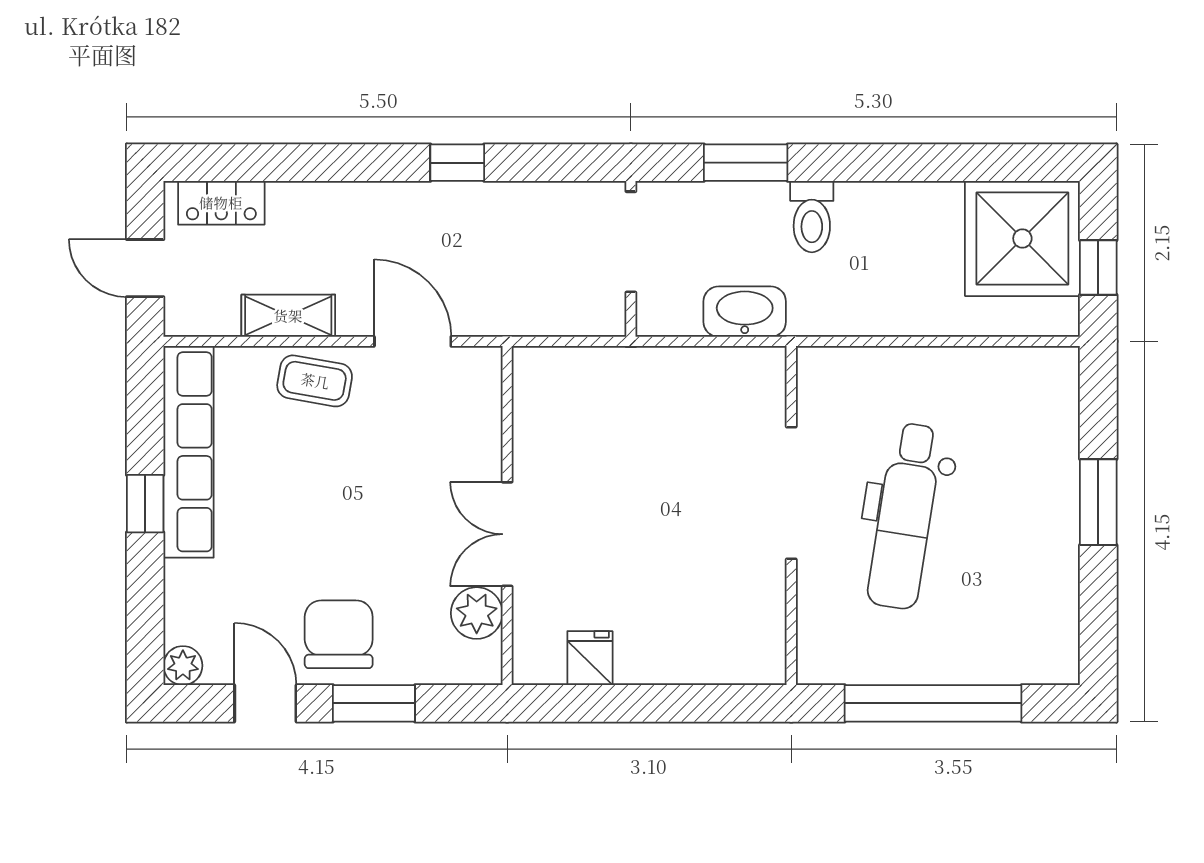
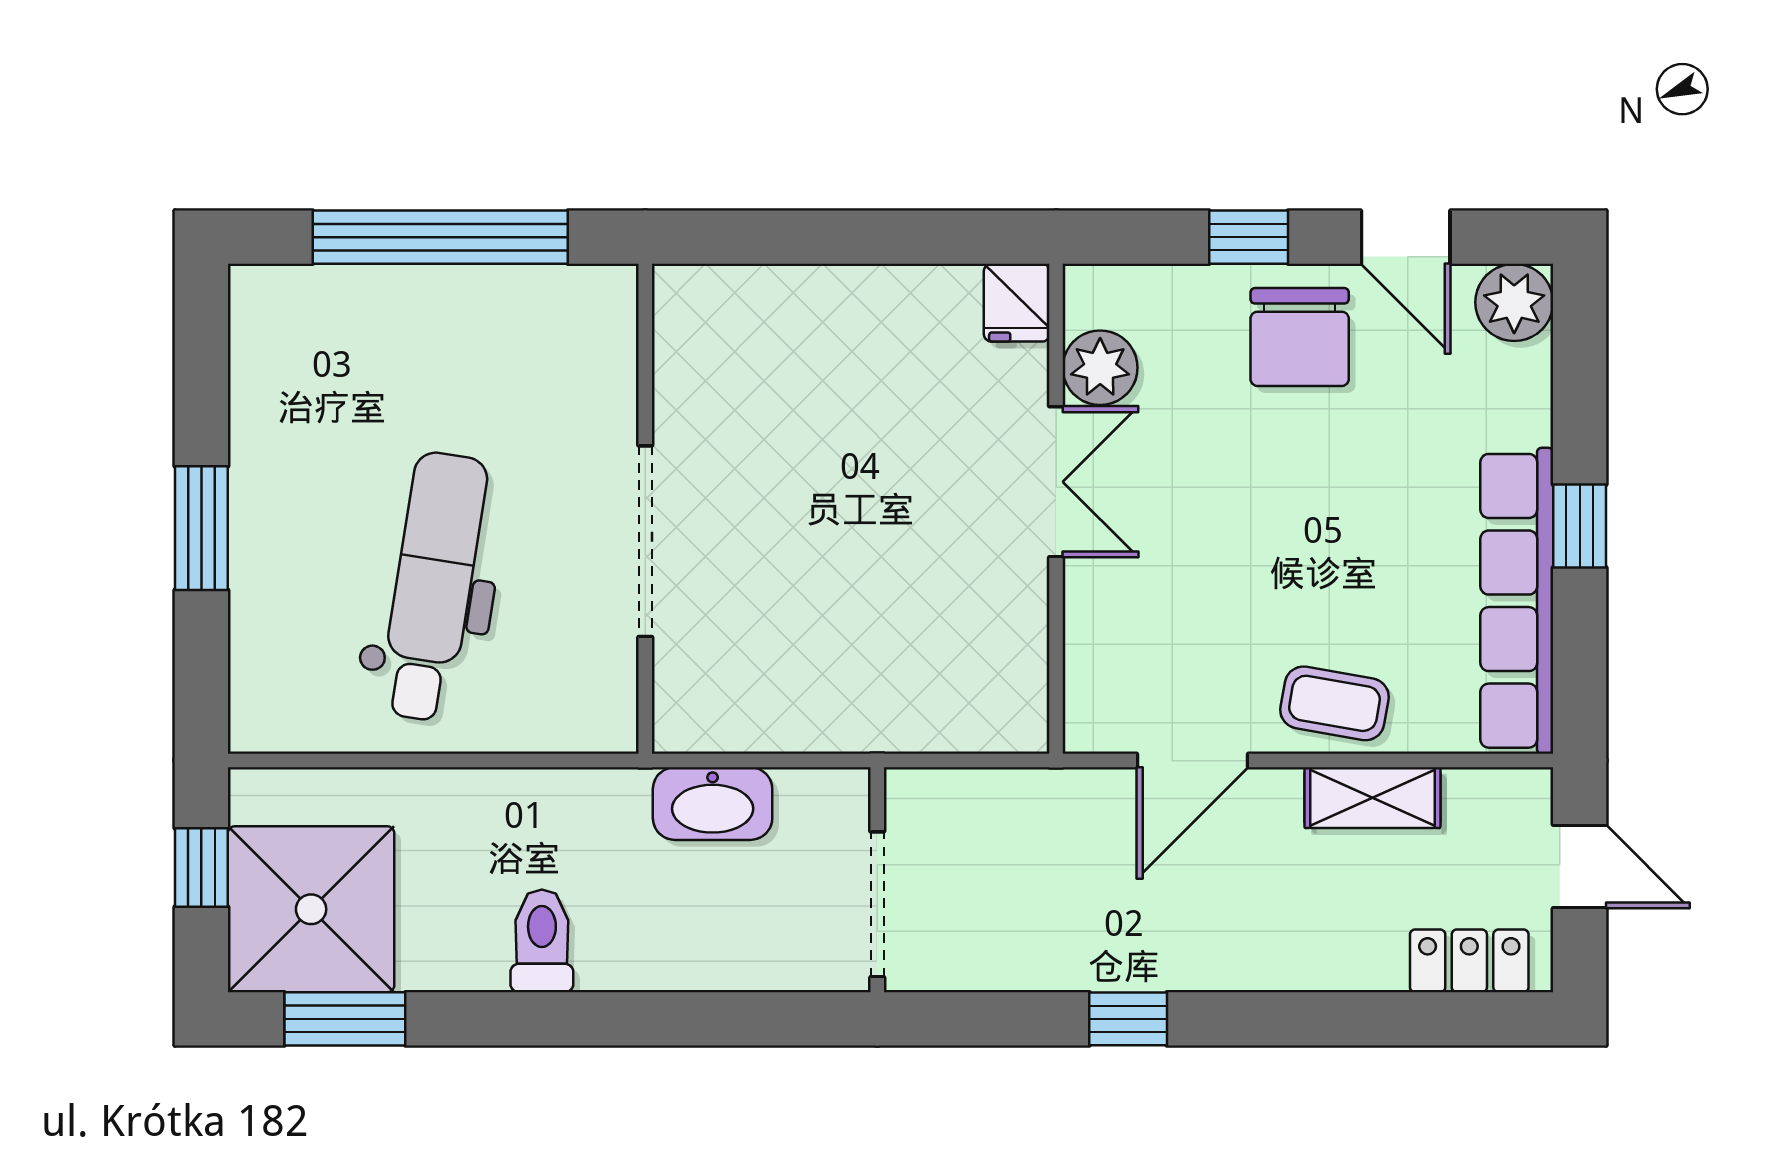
window: (746, 163) -> (345, 1019), moved
toilet: (812, 217) -> (542, 941), moved
door: (413, 341) -> (1193, 761), hinge flipped
dental chair: (905, 516) -> (433, 586), moved
fridge: (590, 658) -> (1017, 303), moved
plant: (183, 666) -> (1514, 302), width x1.38, depth x1.38
window: (374, 703) -> (1249, 237), width x0.67

